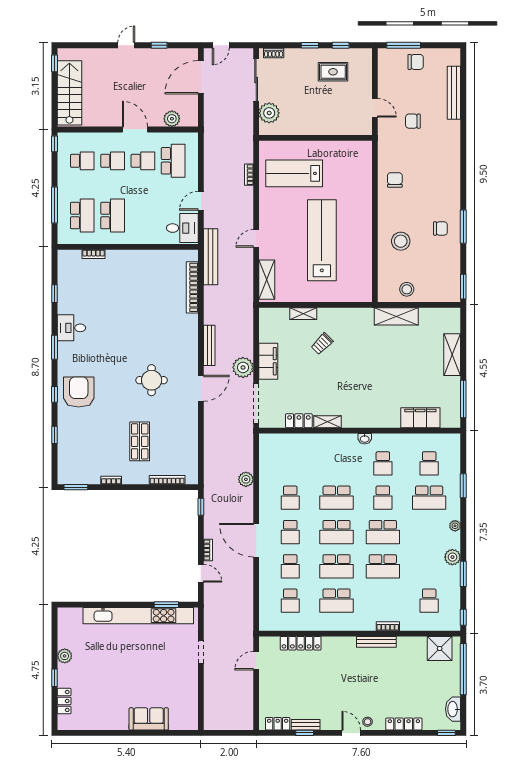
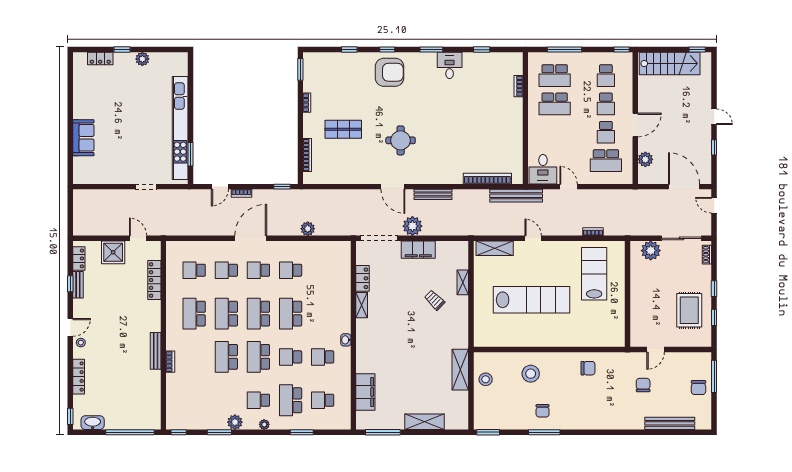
rug: (333, 72) -> (689, 310), width x1.36, depth x1.43
school desk: (429, 601) -> (258, 400), moved
shower: (440, 649) -> (113, 252), moved

